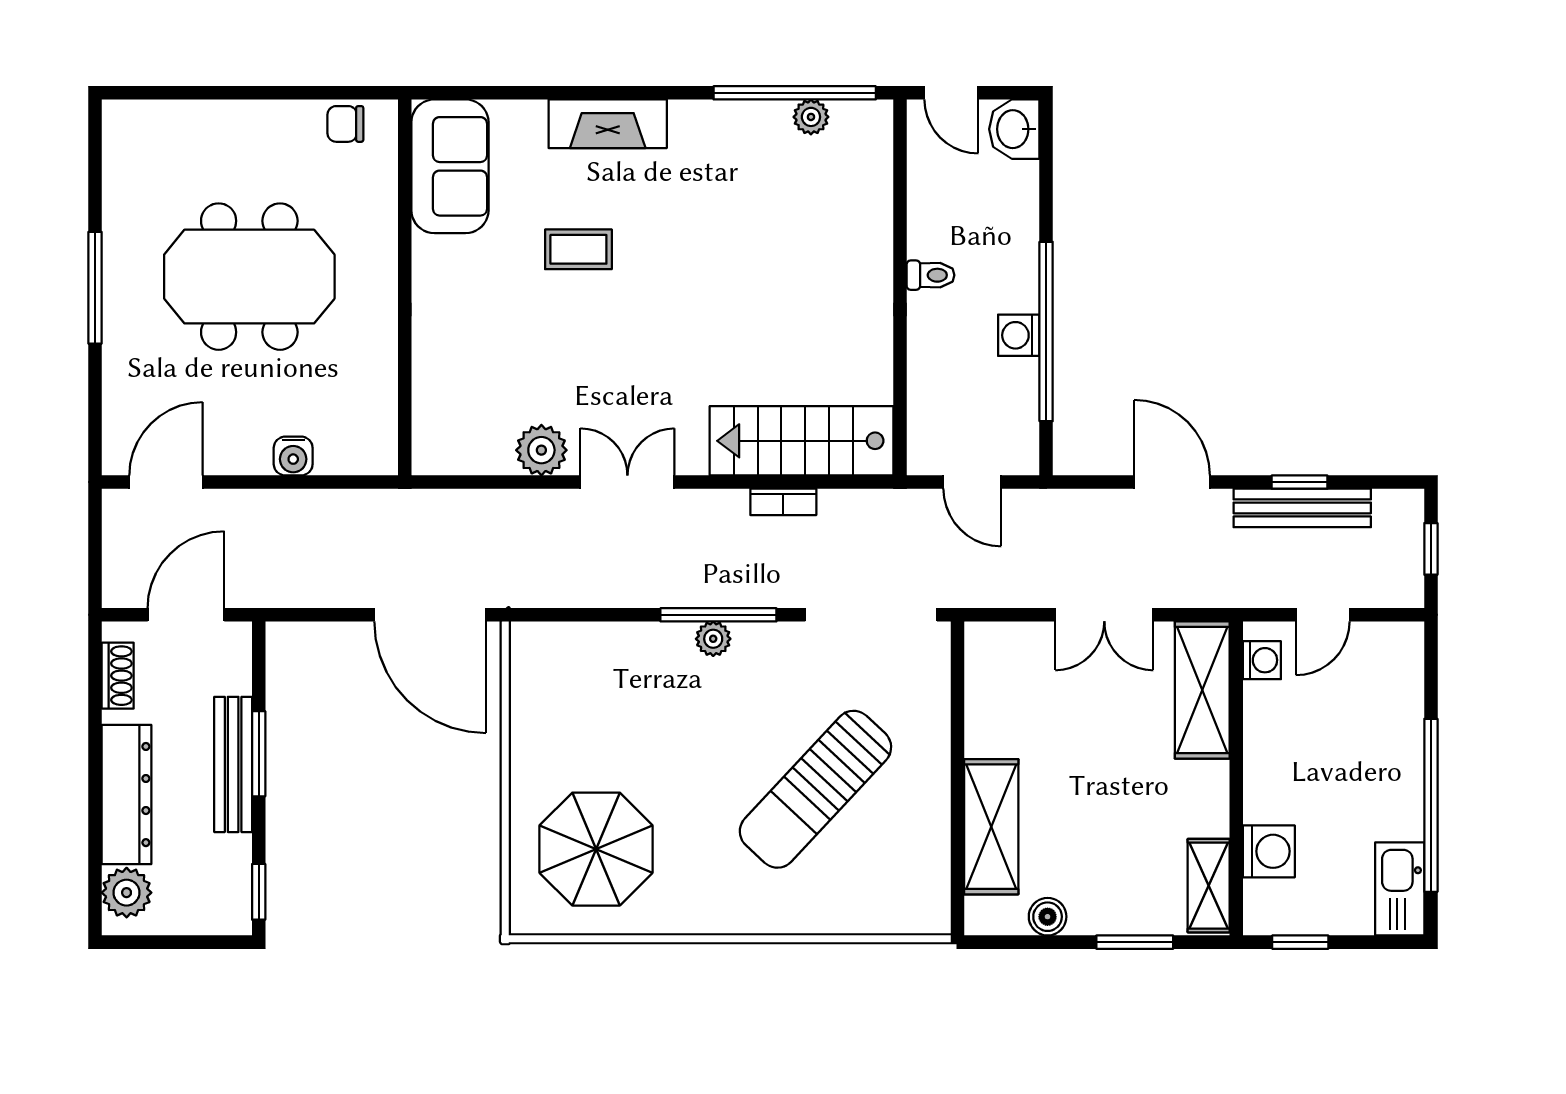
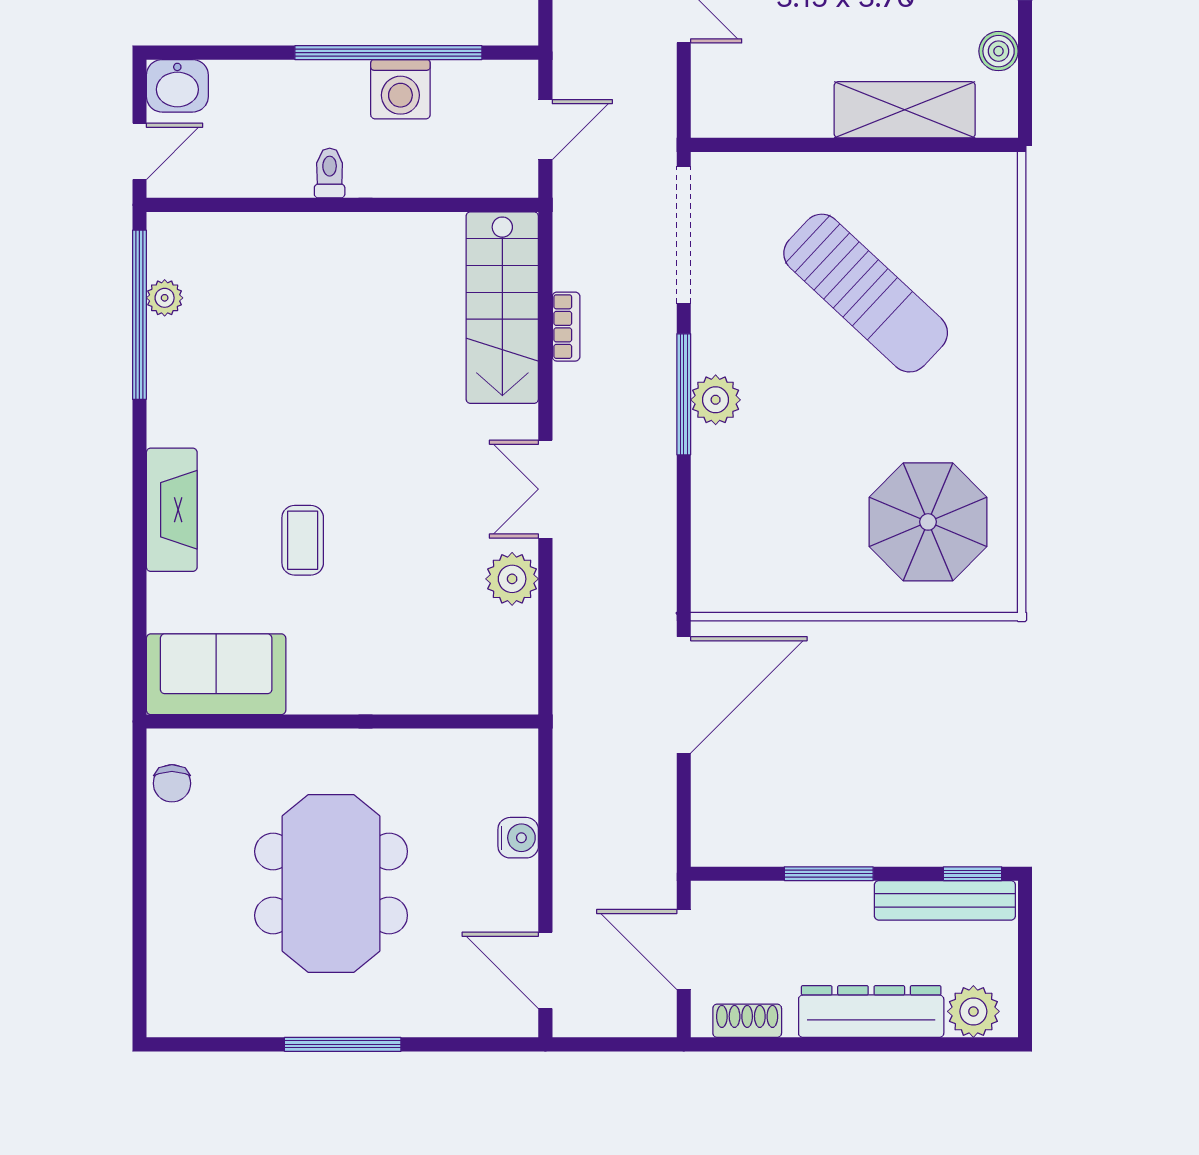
washing machine: (1019, 335) -> (400, 89), width x1.38, depth x1.38
plant: (713, 639) -> (716, 400), width x1.38, depth x1.38
bench: (233, 764) -> (945, 900), moved

